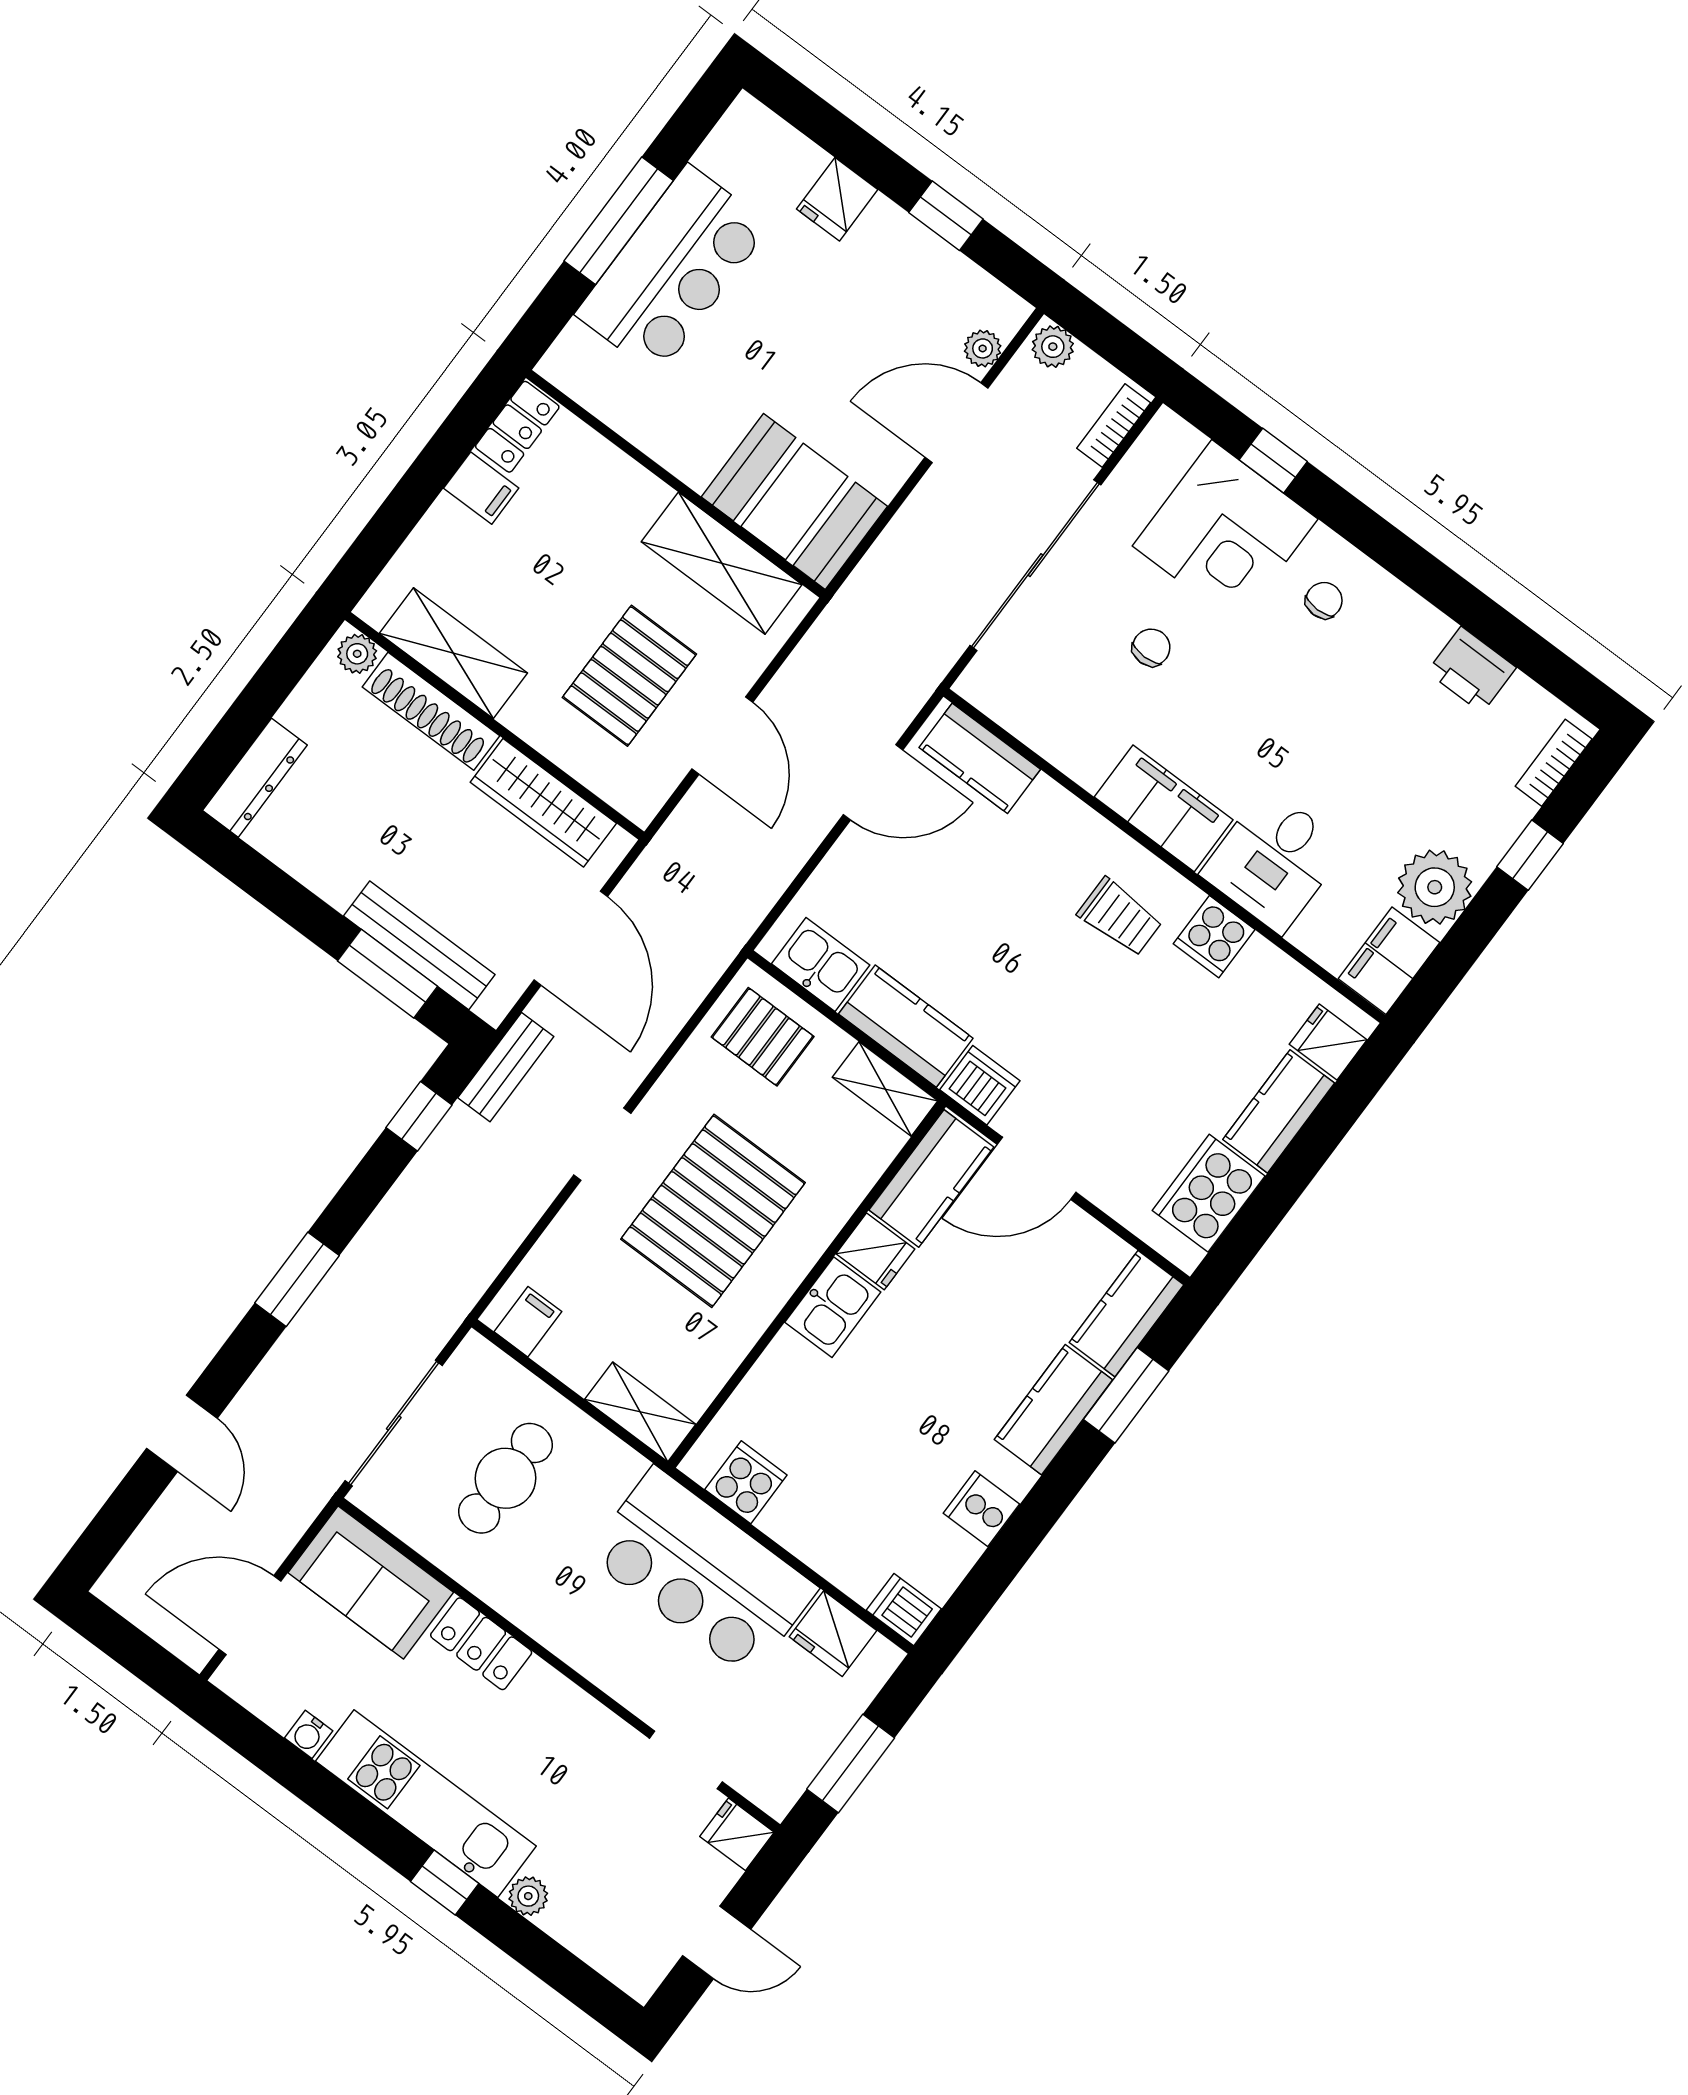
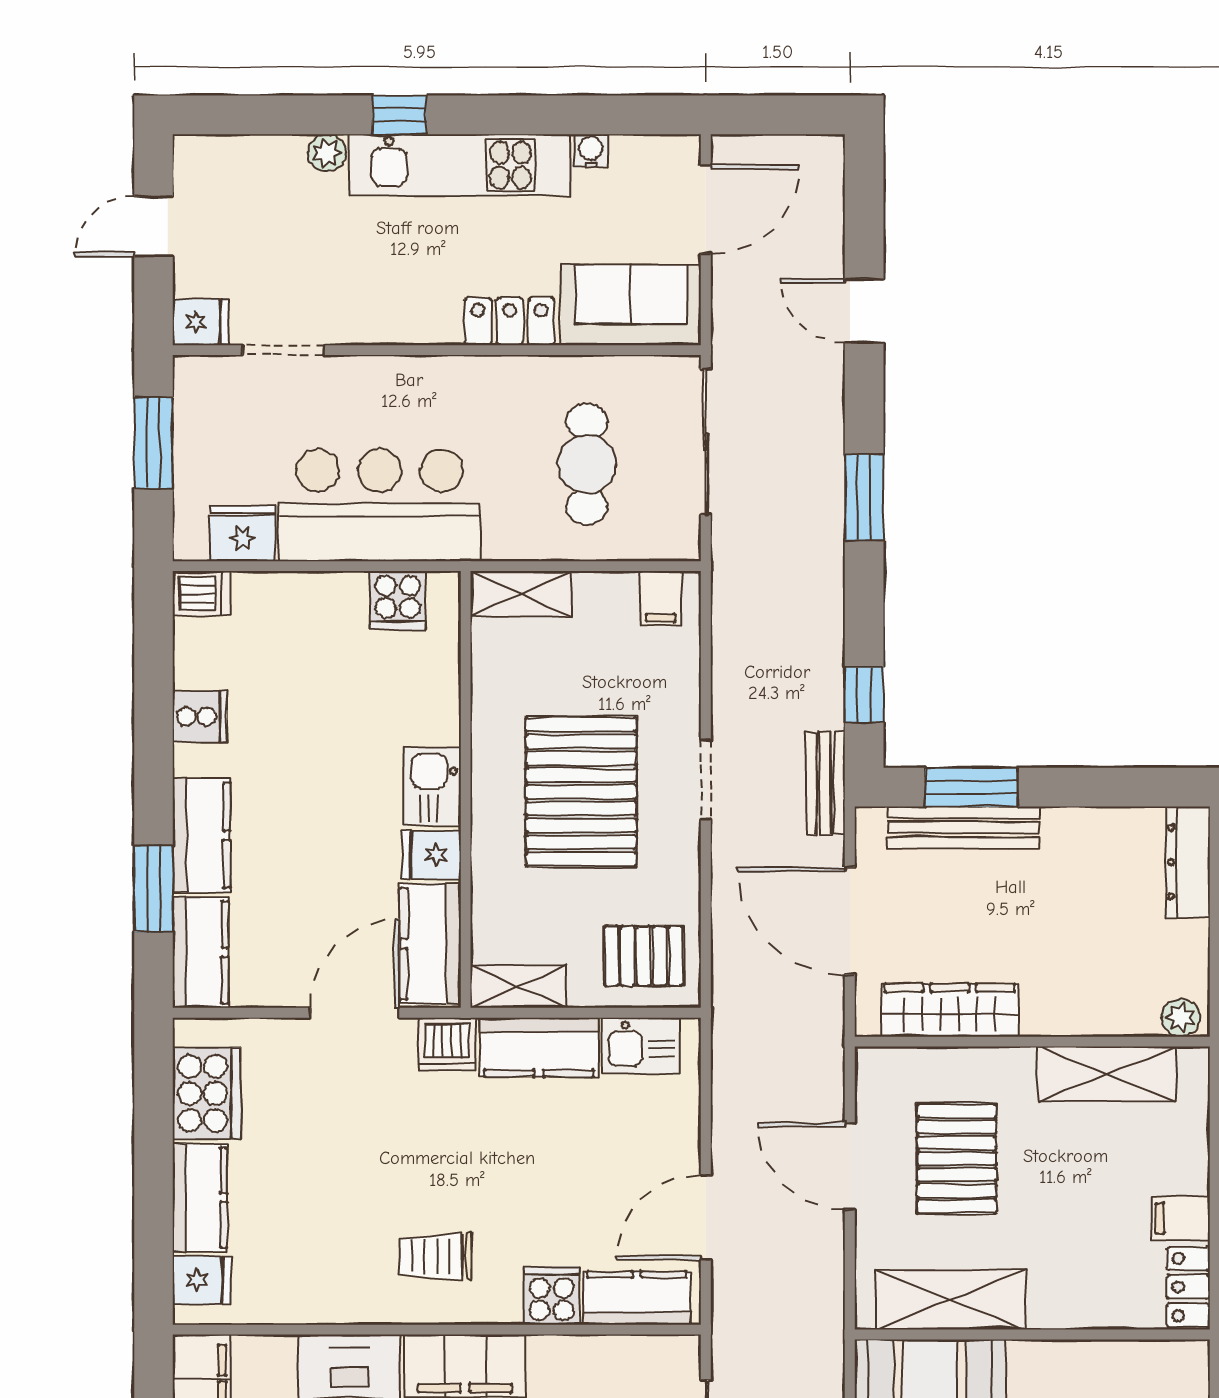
shoe rack: (431, 711) -> (1090, 1016), removed
cooker: (1214, 937) -> (552, 1296), moved

